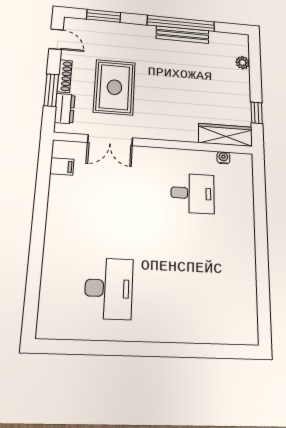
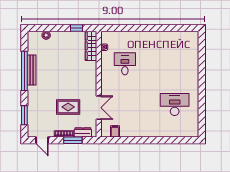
door: (56, 39) -> (42, 140), swing flipped
rug: (114, 87) -> (68, 107), width x0.73, depth x0.70

